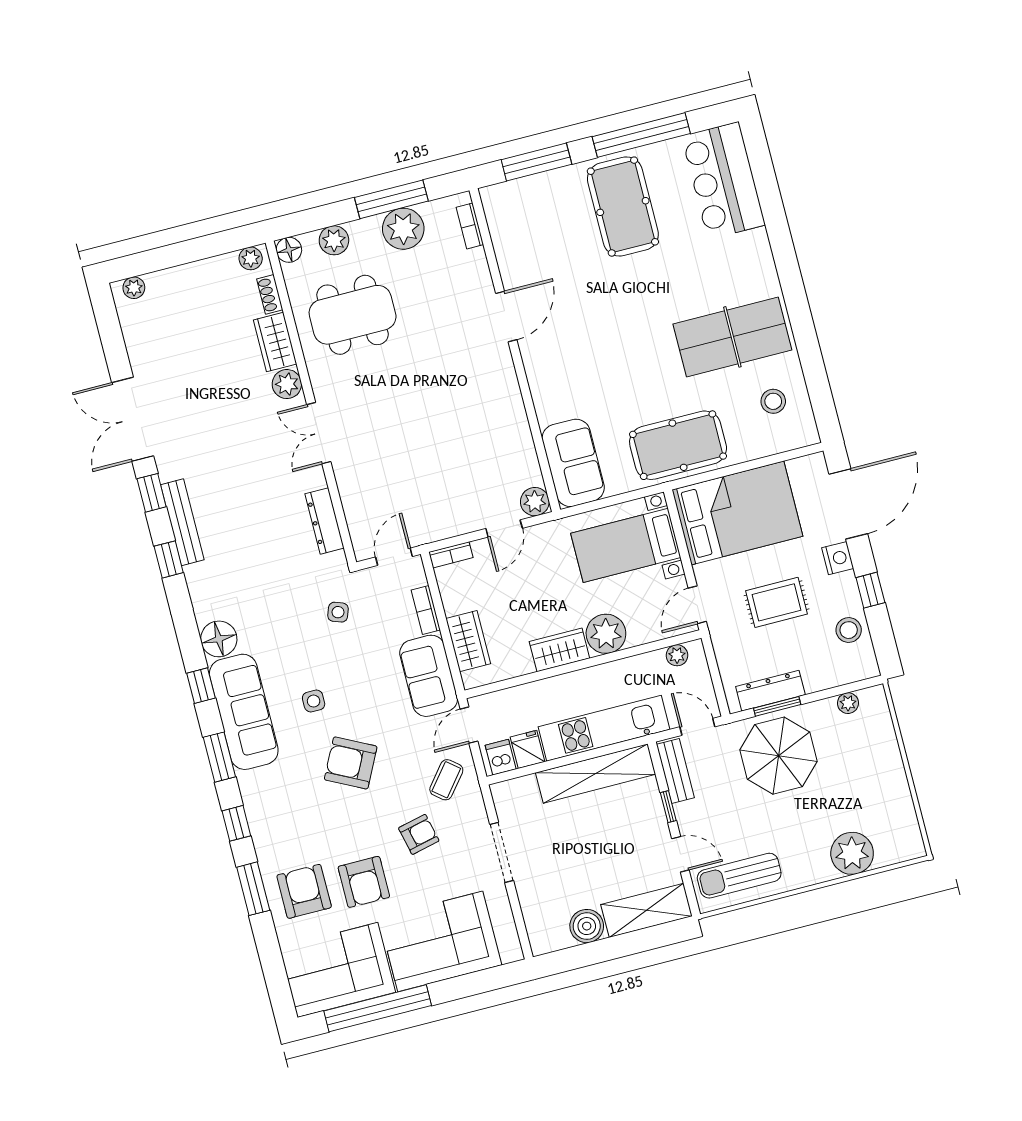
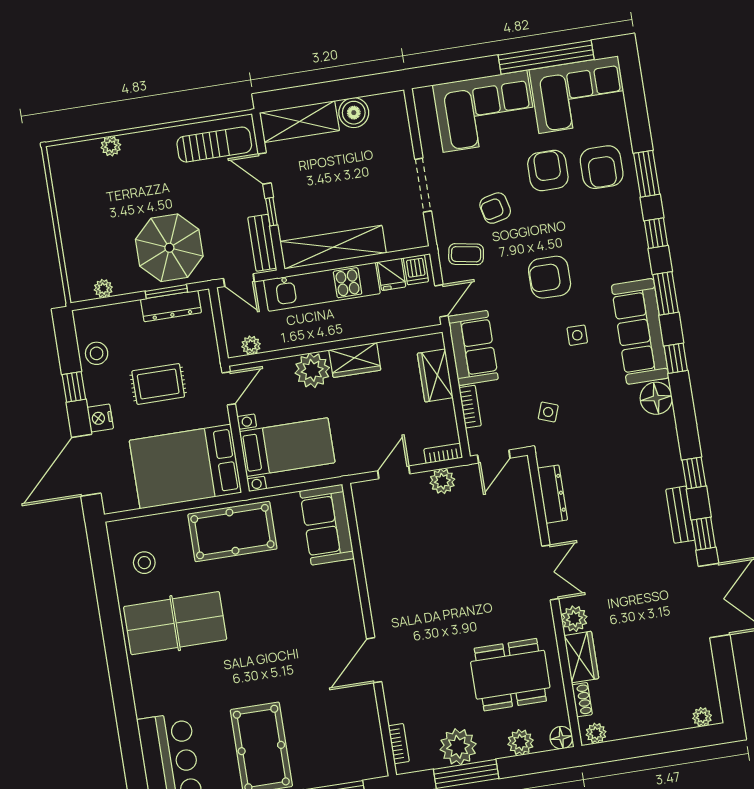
plant: (535, 502) -> (442, 481), moved
bench: (182, 522) -> (680, 515), width x0.73
armchair: (351, 763) -> (550, 277), turned 153
coffee table: (446, 780) -> (466, 254), turned 61
plant: (852, 853) -> (111, 146), width x0.53, depth x0.53

